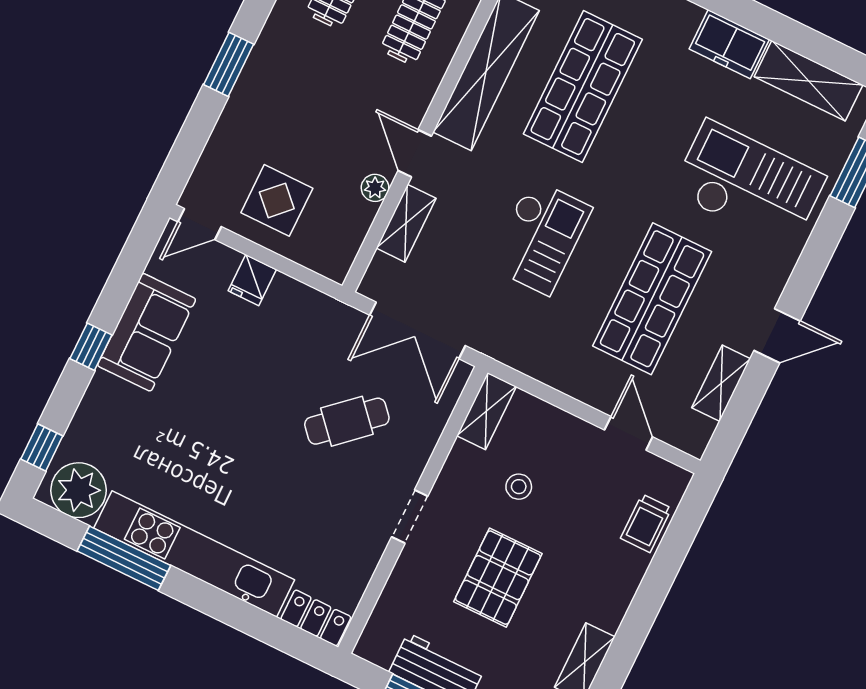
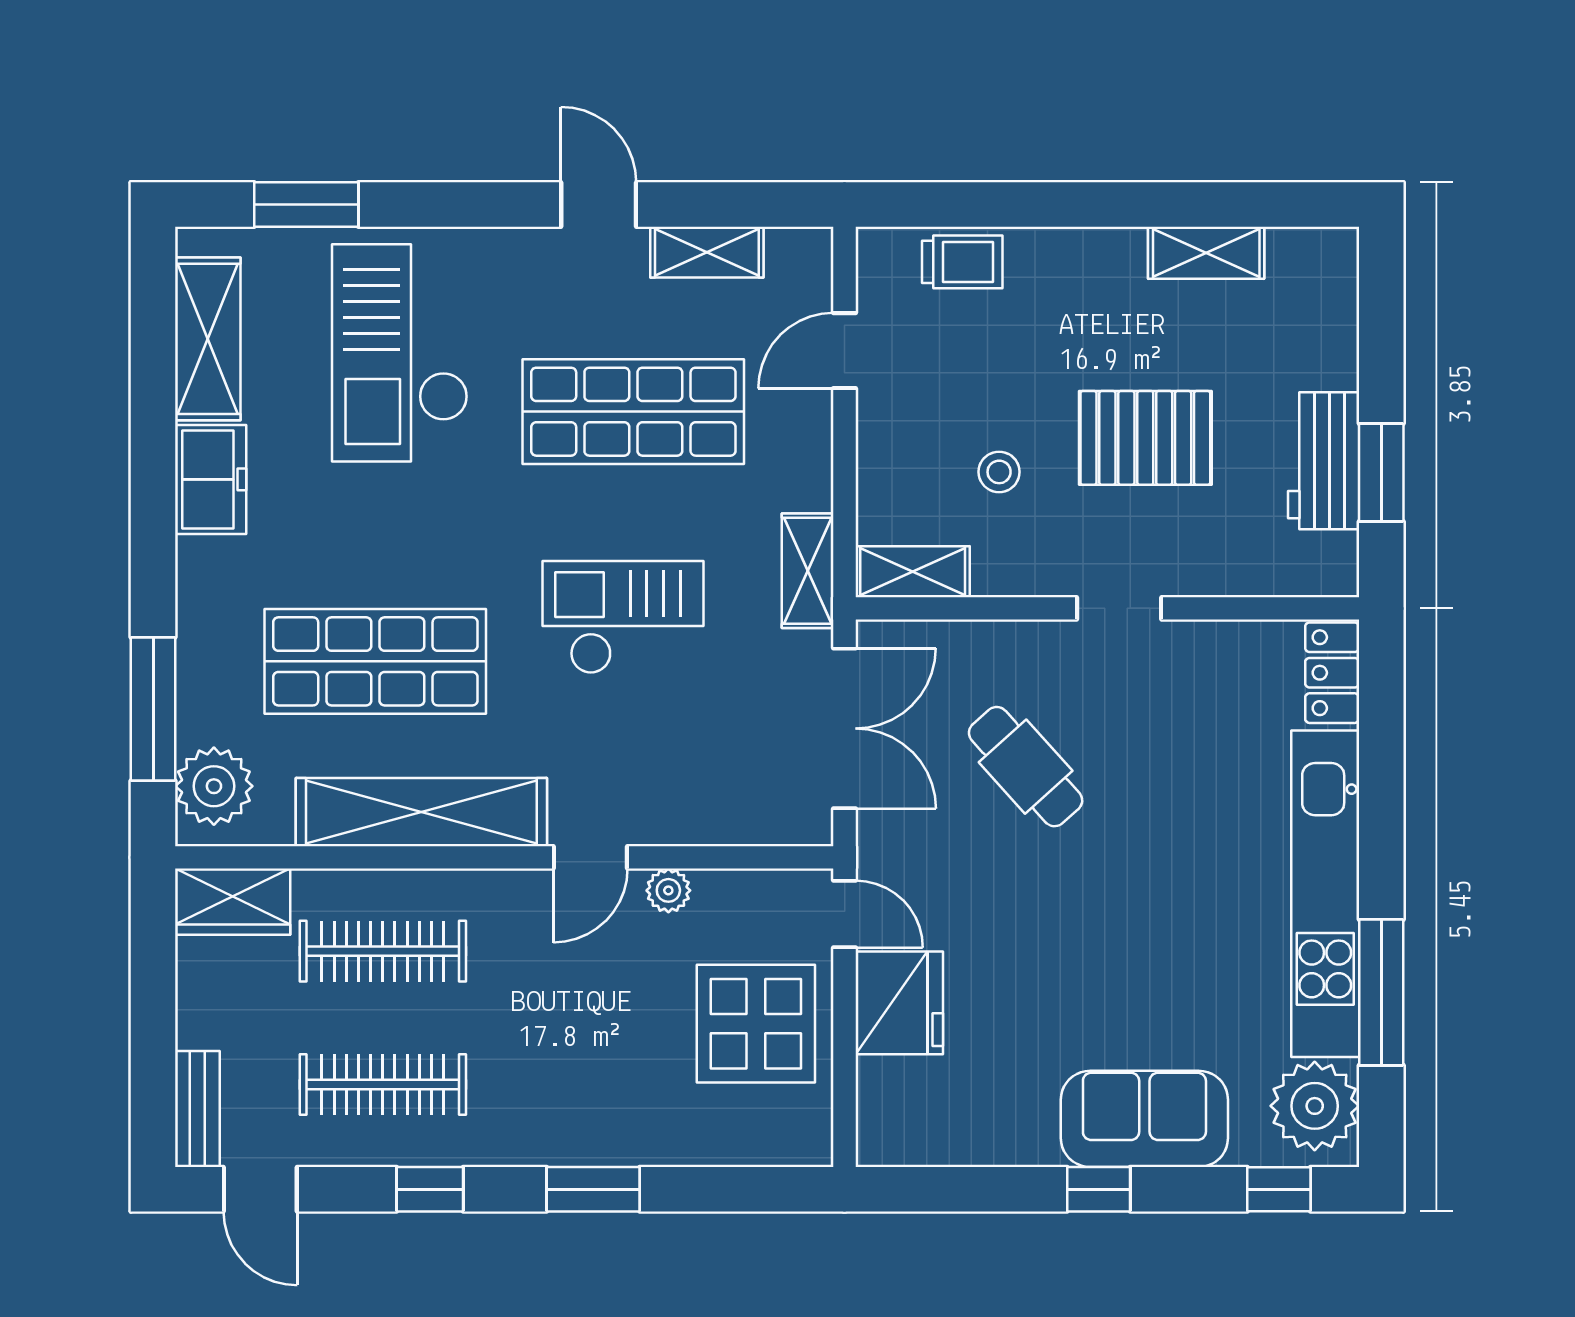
display table: (277, 200) -> (756, 1024), width x1.36, depth x1.36
shelving: (406, 223) -> (808, 571), moved, turned 90
door: (200, 224) -> (845, 914), moved
fridge: (252, 280) -> (899, 1003), width x1.88, depth x1.34
sofa: (147, 332) -> (1144, 1119), moved

